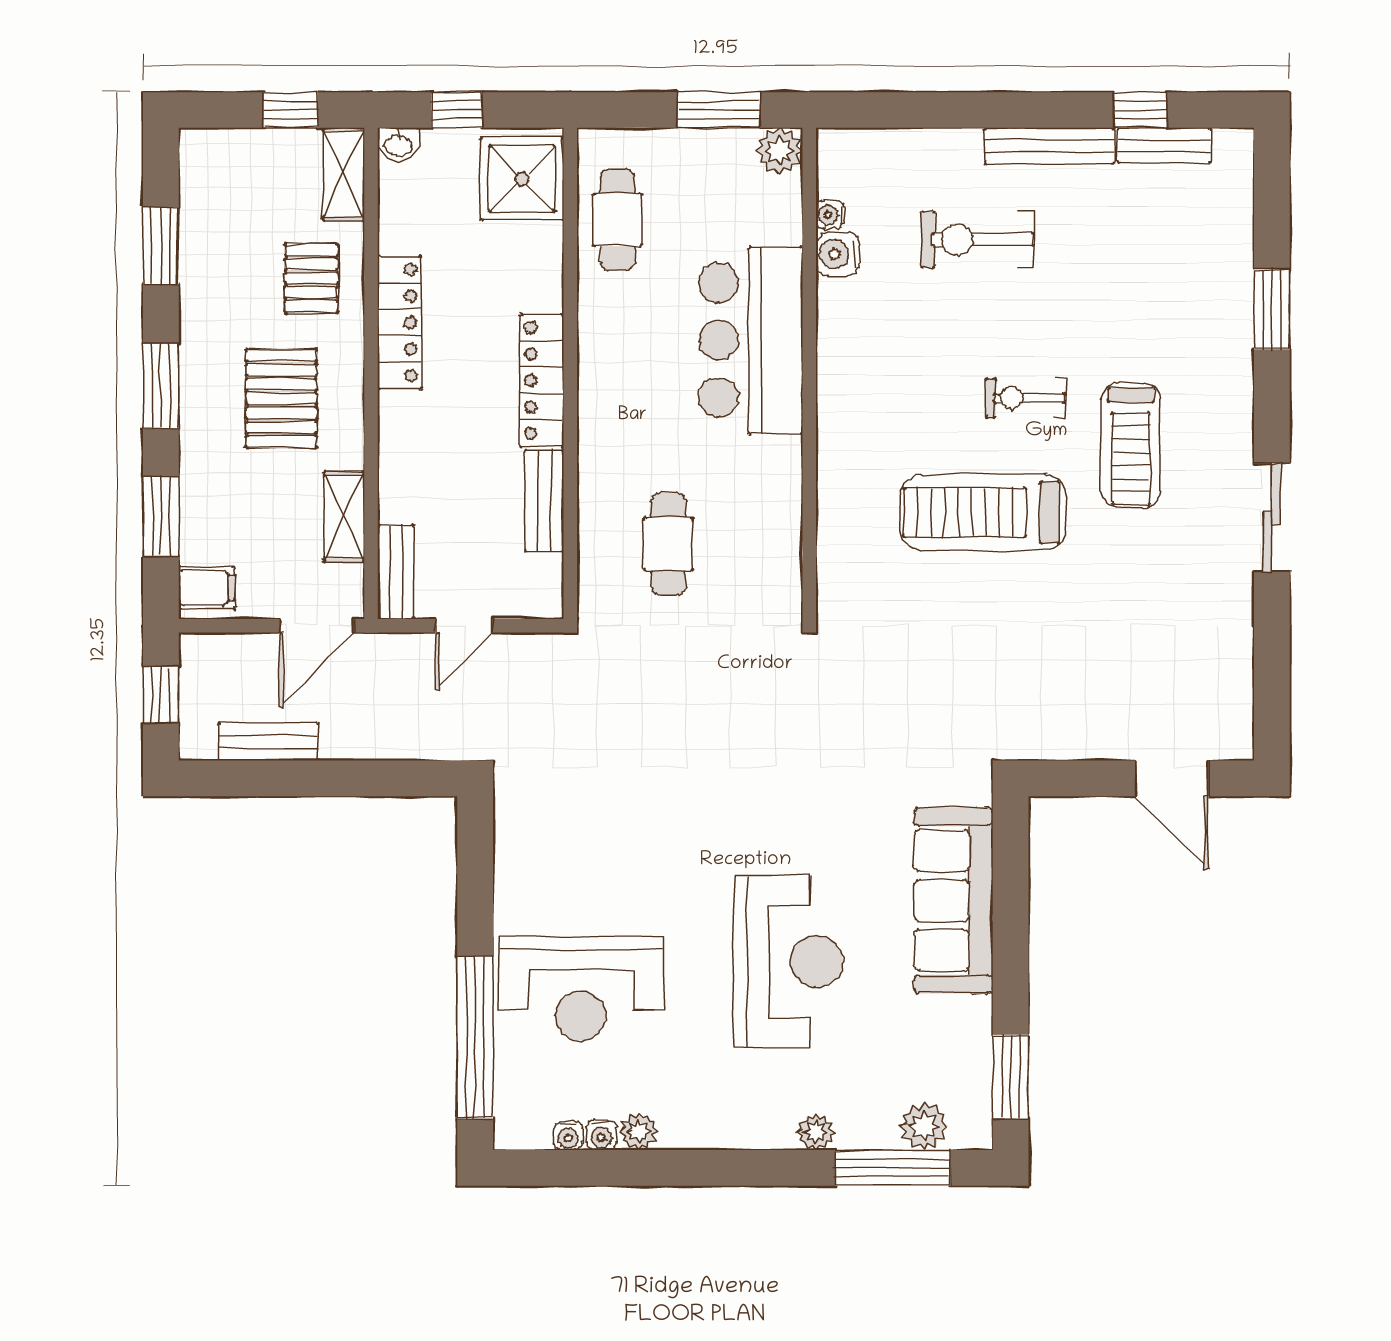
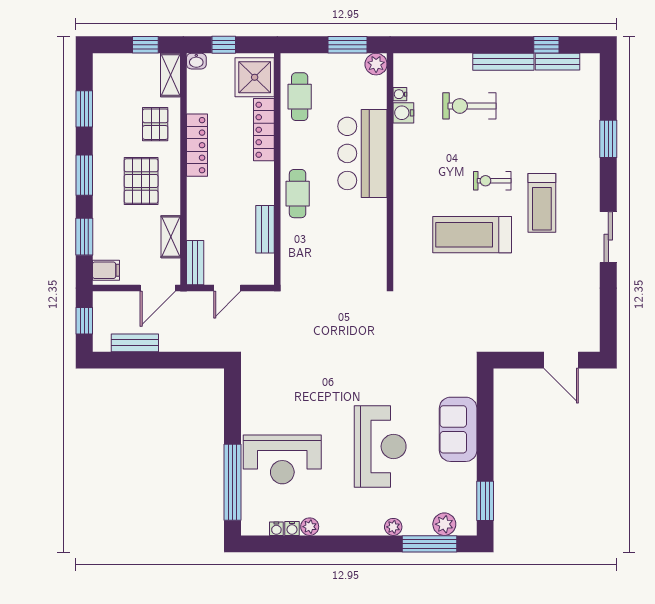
locker: (542, 380) -> (264, 130), moved
cafe table: (668, 544) -> (298, 194), moved
sofa: (953, 900) -> (458, 429), width x0.73

